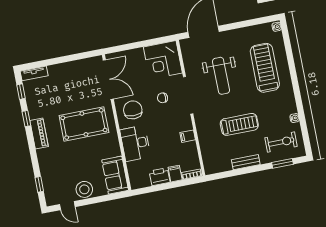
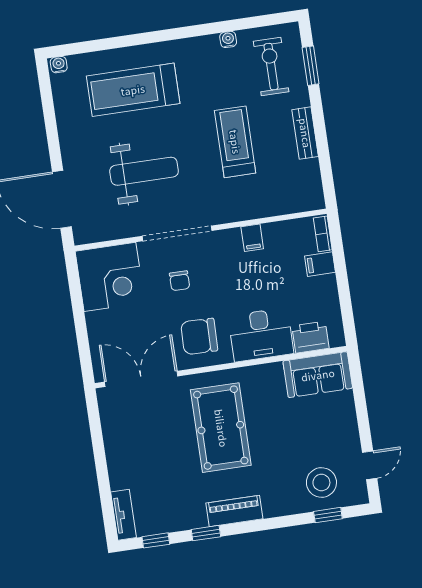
printer: (160, 177) -> (310, 337), moved, turned 90
stool: (84, 189) -> (321, 482), moved

